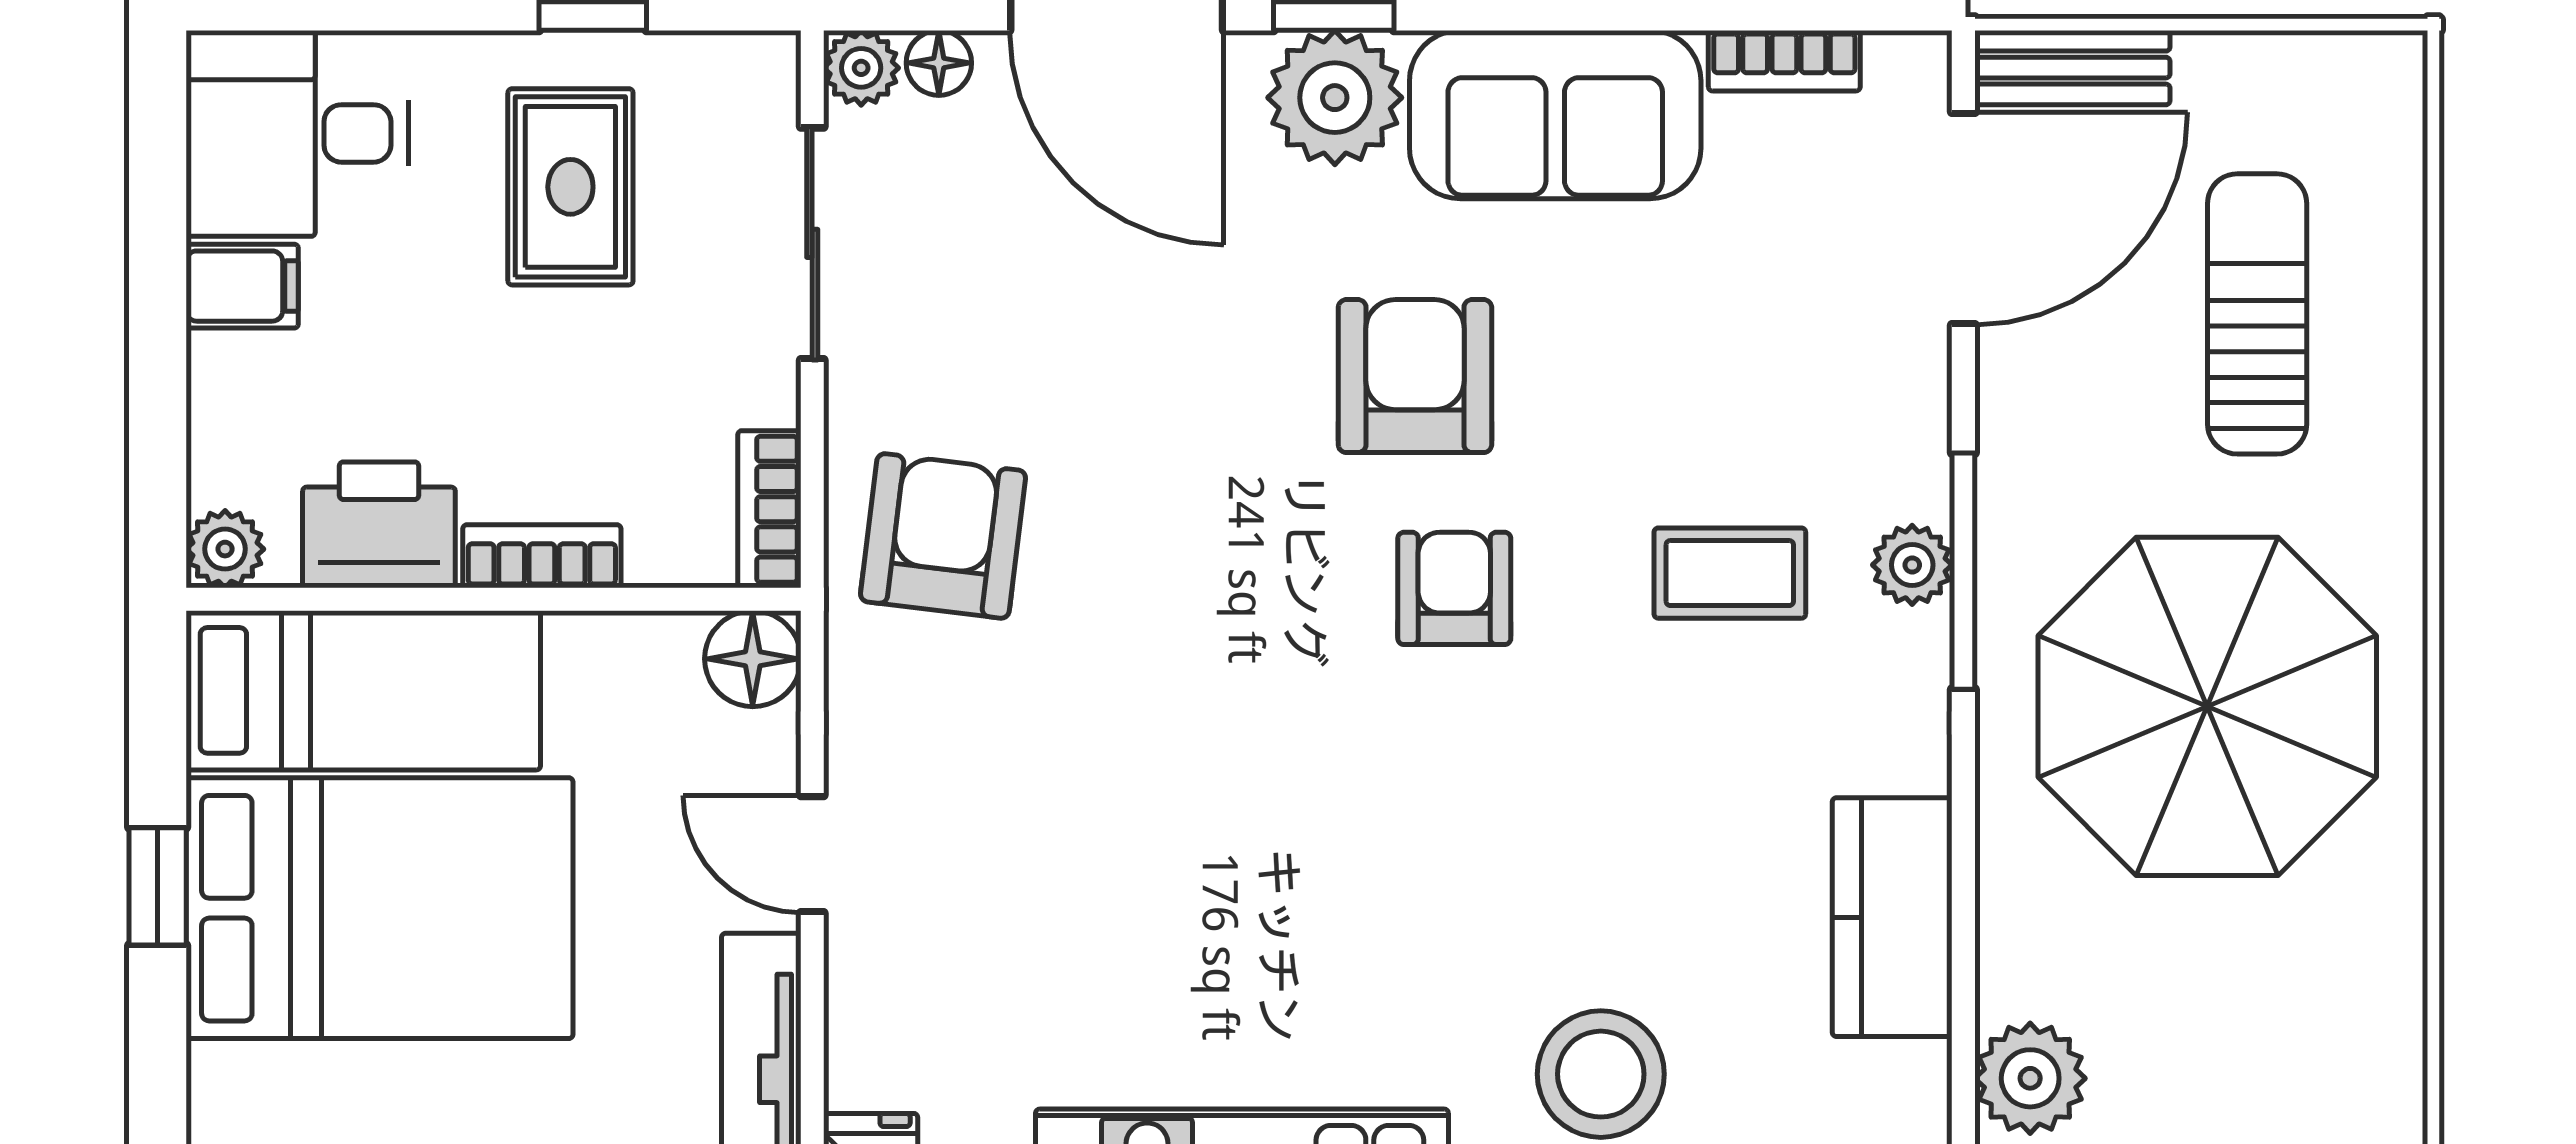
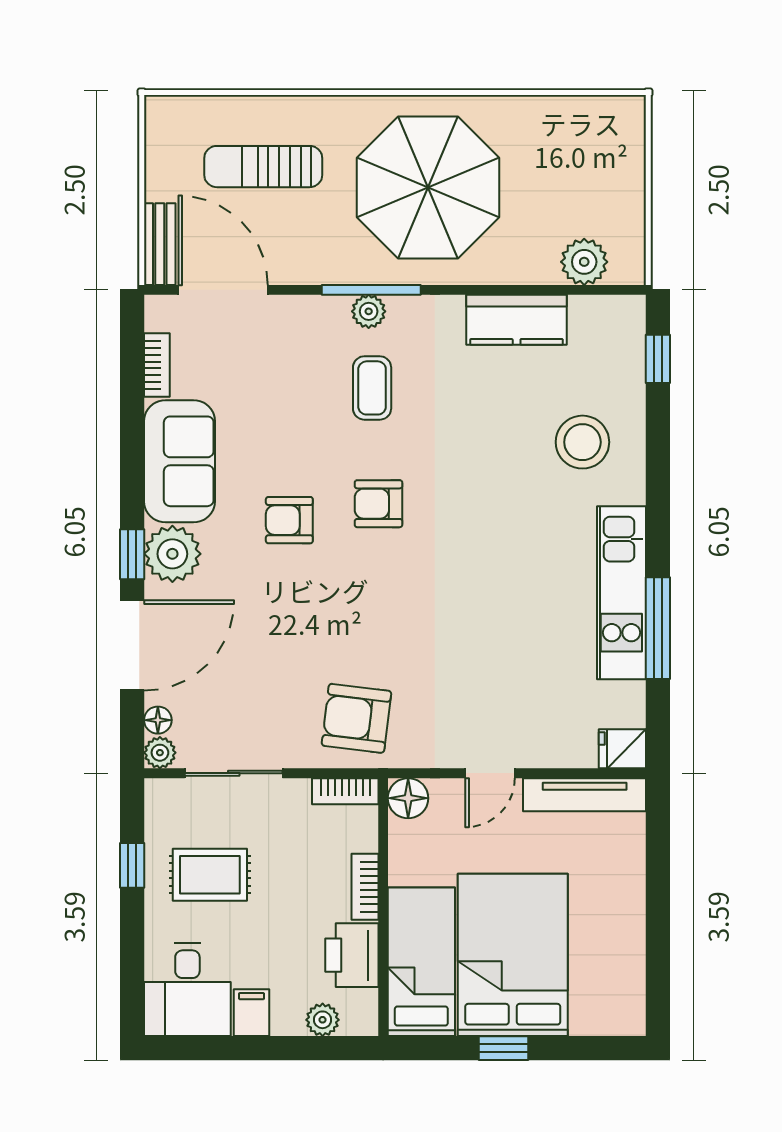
armchair: (1415, 376) -> (289, 520), width x0.72, depth x0.72
plant: (225, 549) -> (323, 1020), moved

